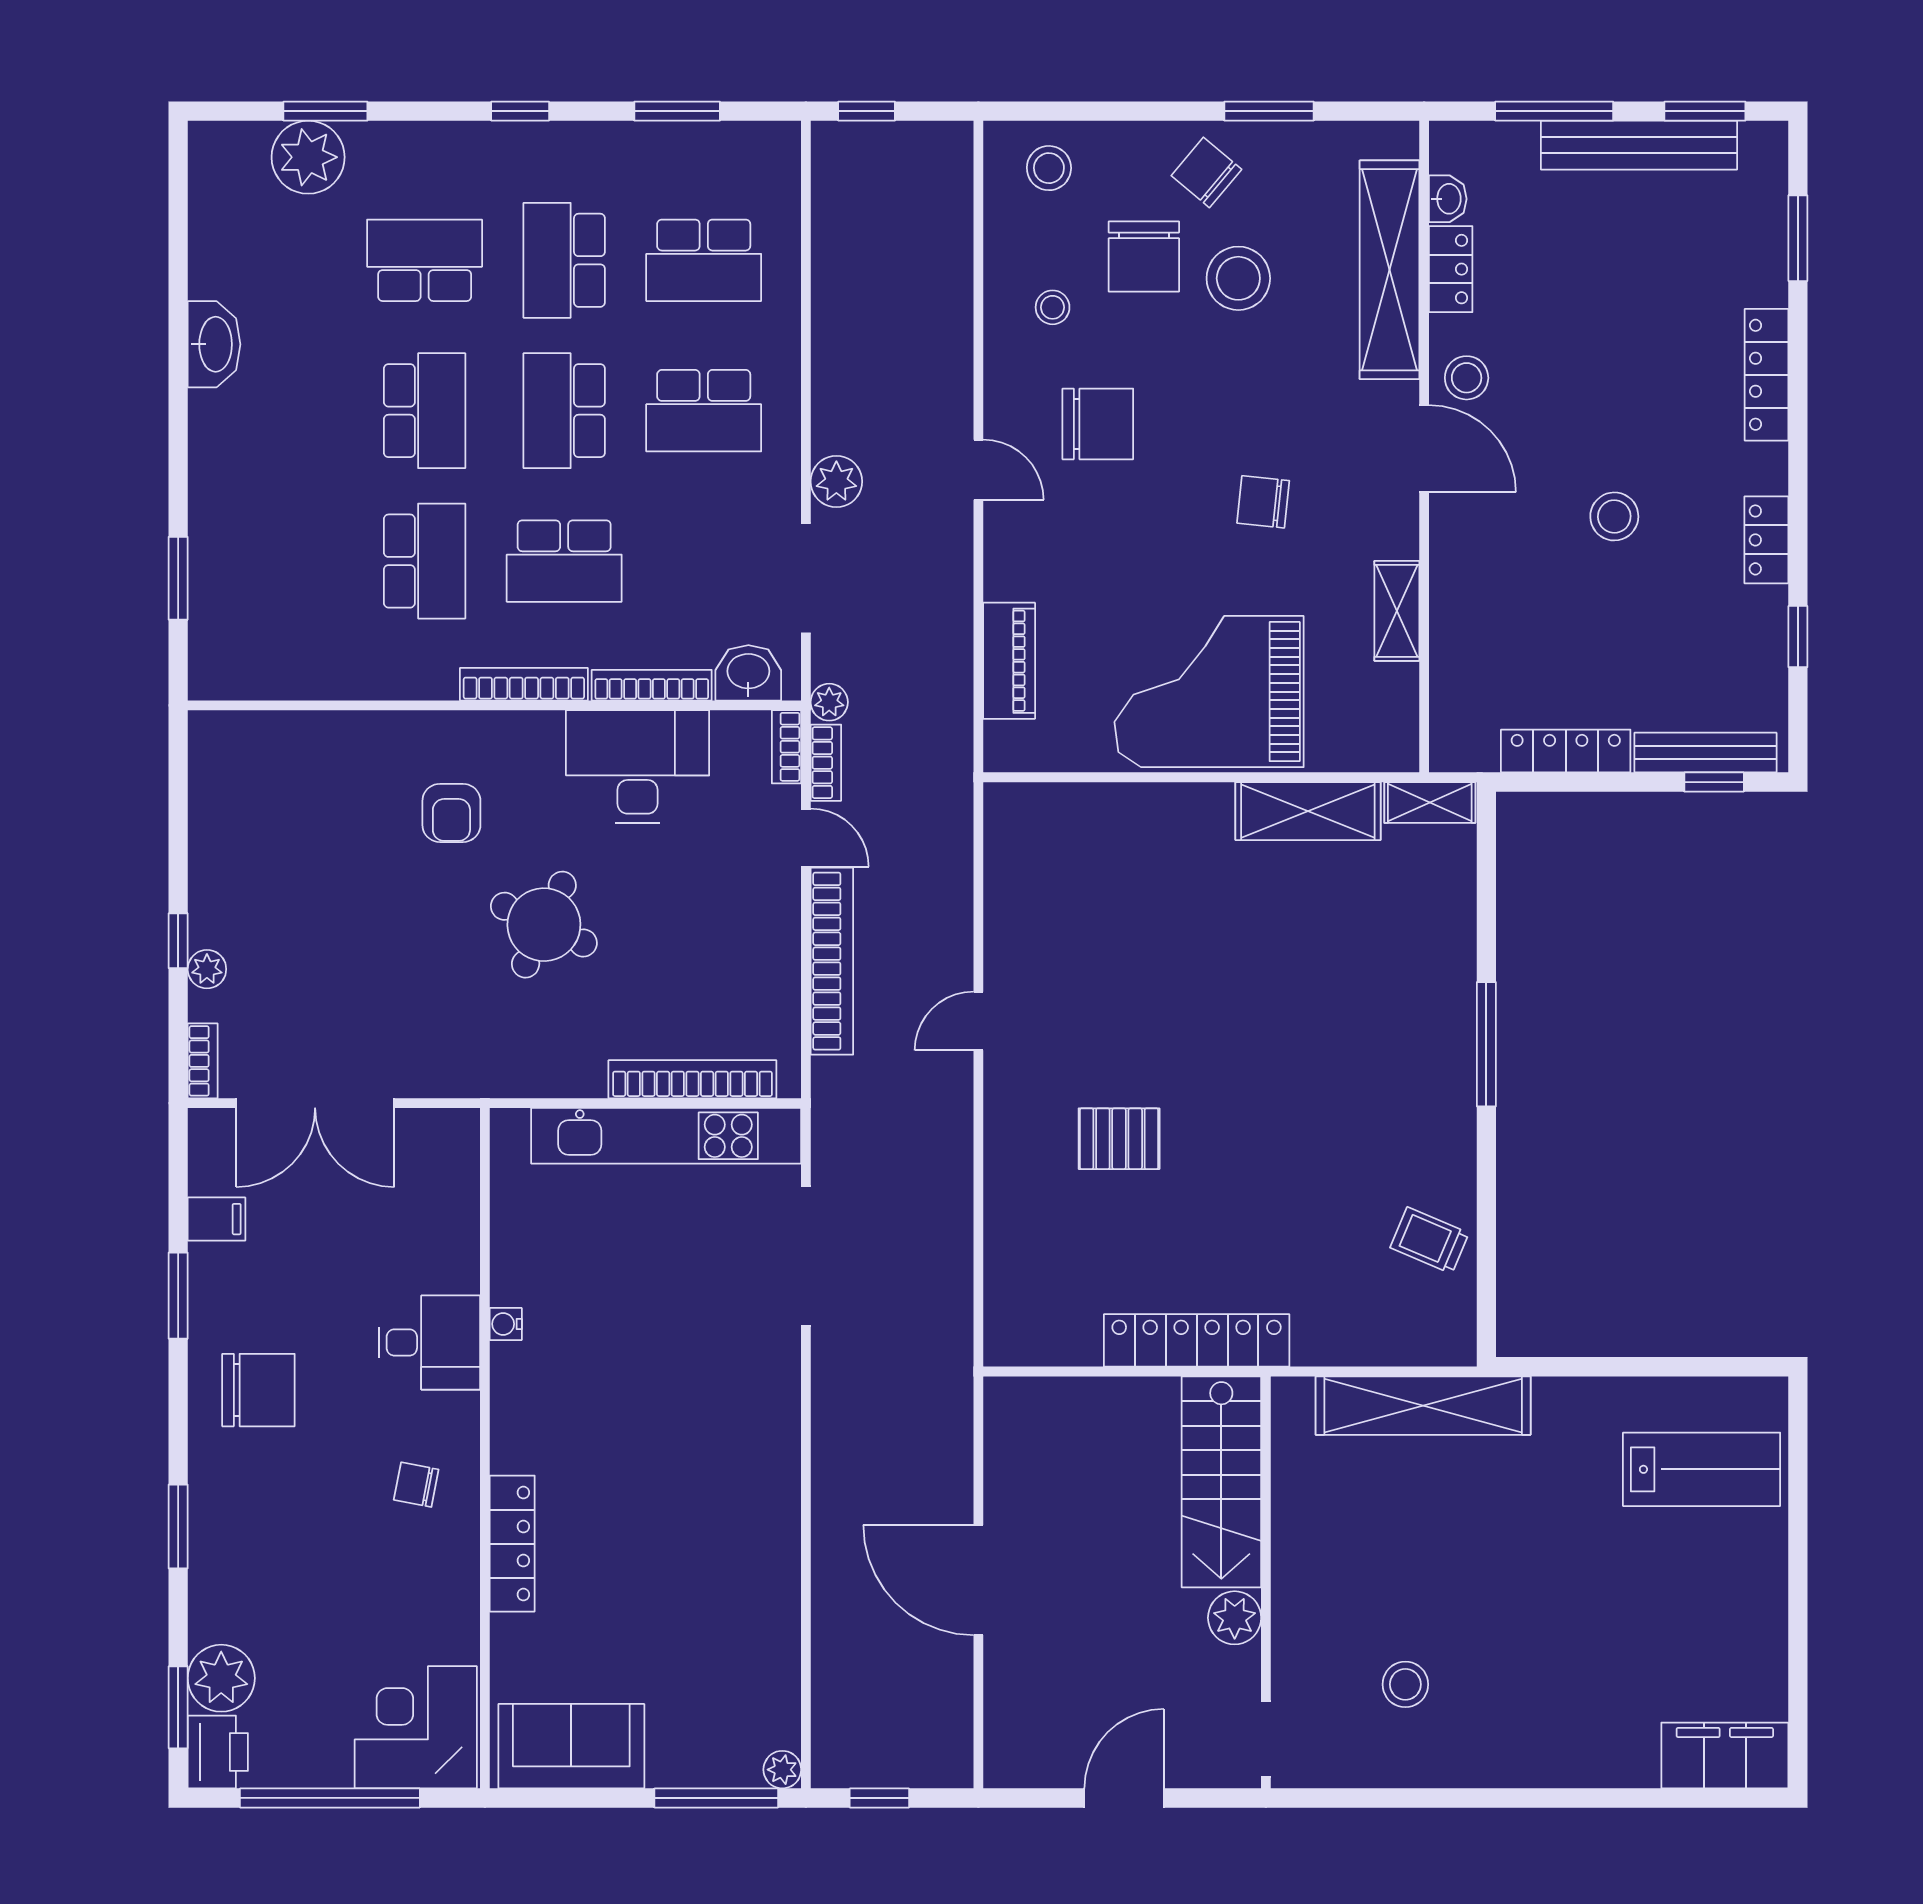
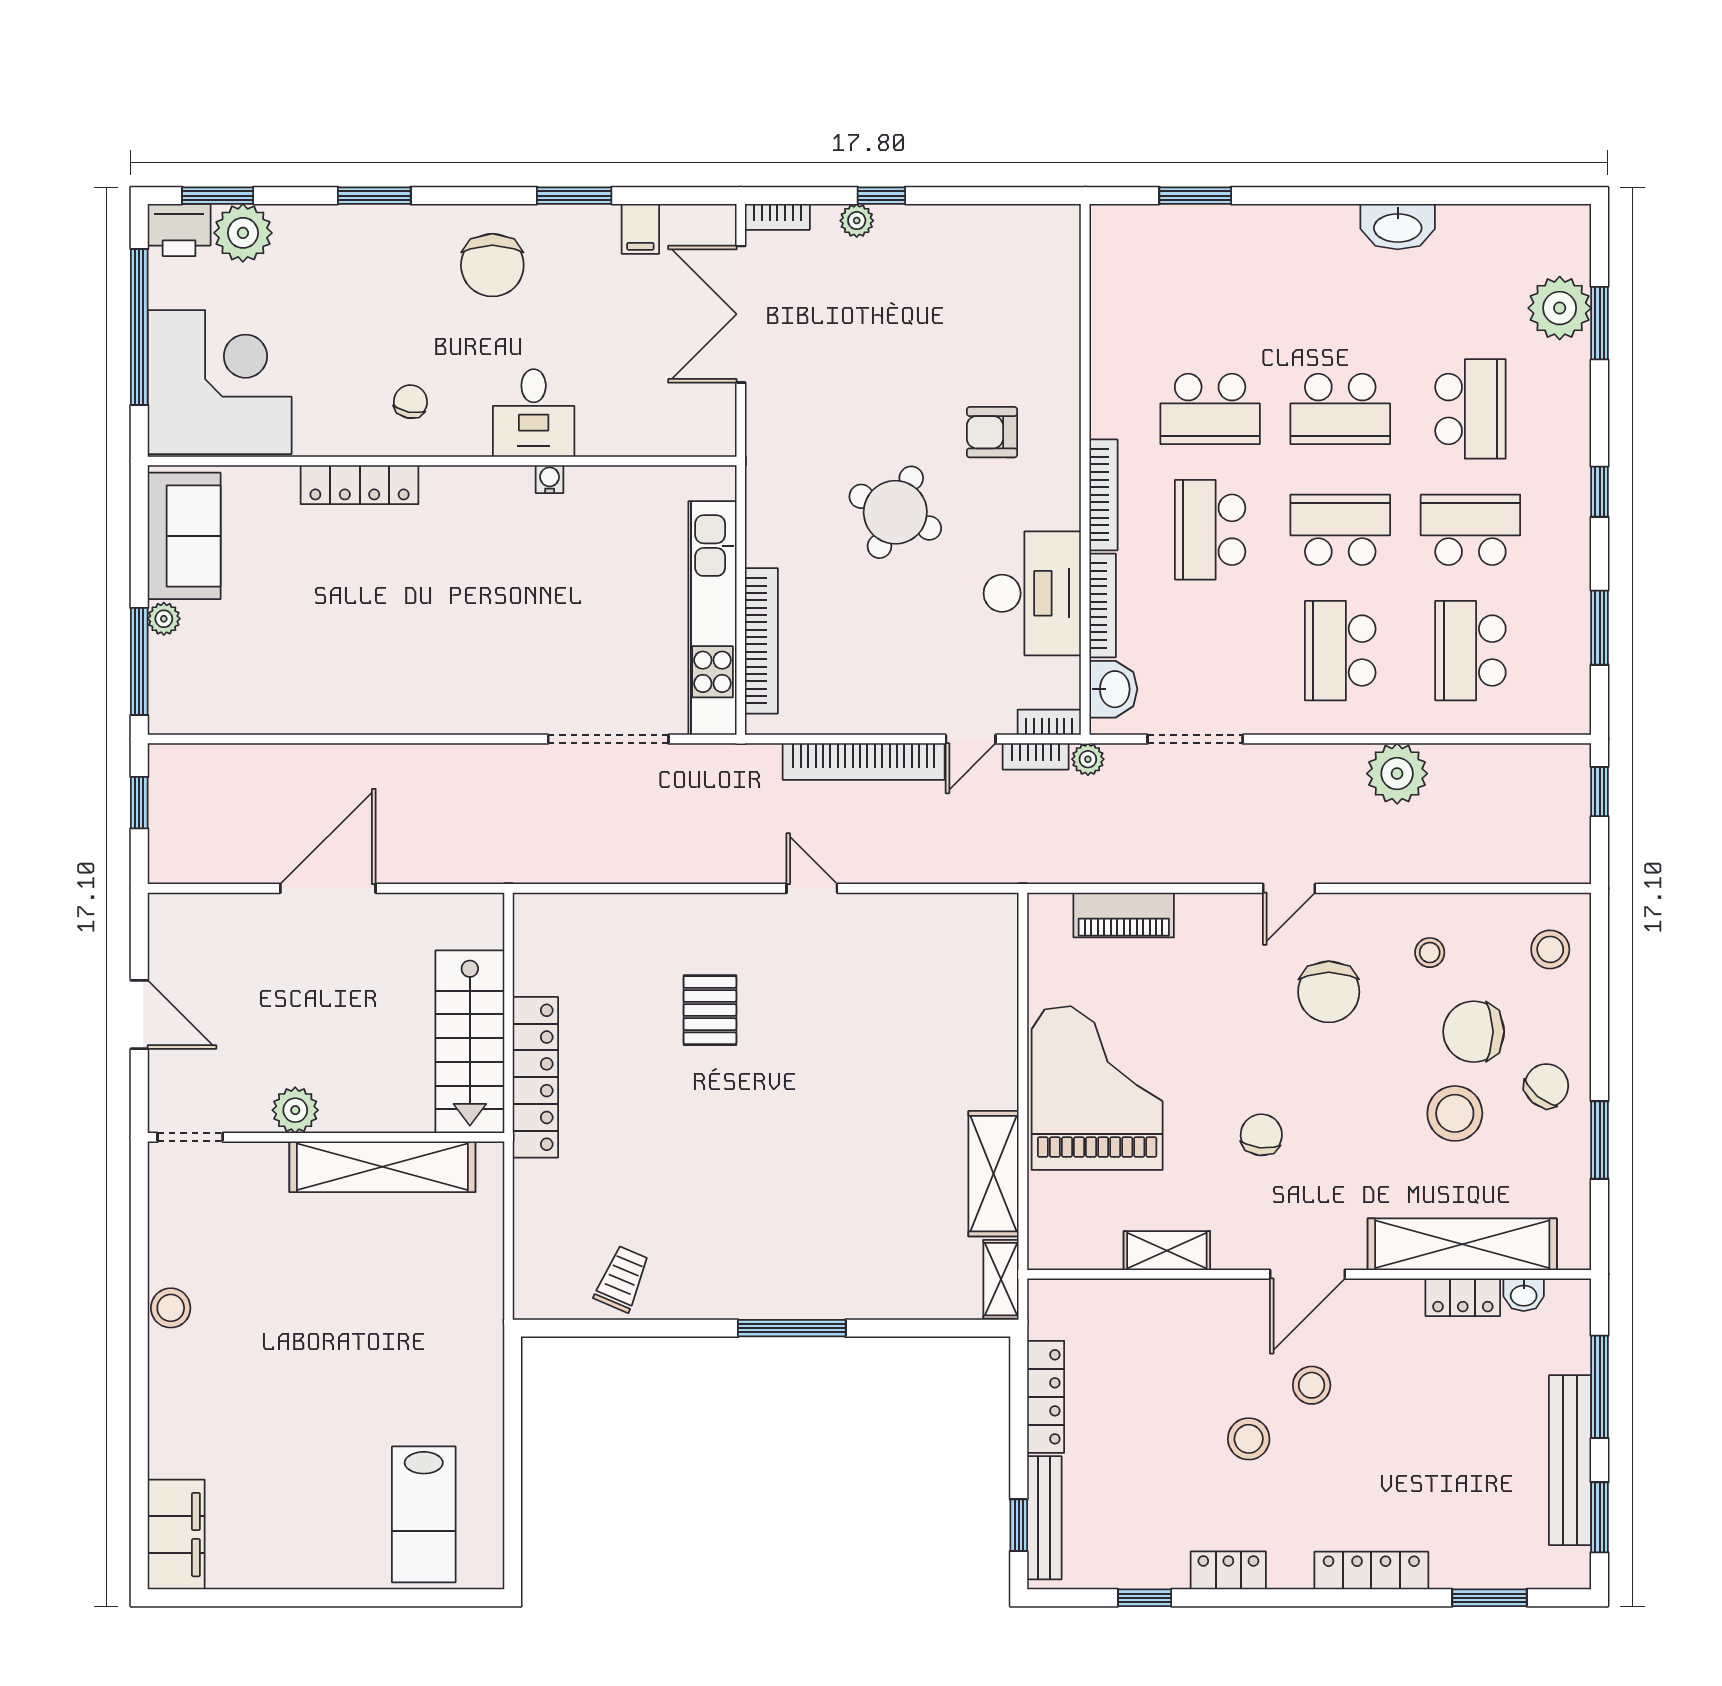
stool: (1467, 378) -> (1312, 1385), moved
plant: (836, 481) -> (1397, 774), moved, width x1.36, depth x1.36
shelving: (1423, 1406) -> (382, 1167), moved, turned 90
stairs: (1221, 1482) -> (470, 1042), moved, turned -90
stool: (1405, 1684) -> (171, 1308), moved
corner desk: (416, 1727) -> (220, 382), width x1.36, depth x1.36
plant: (782, 1770) -> (164, 619), moved

